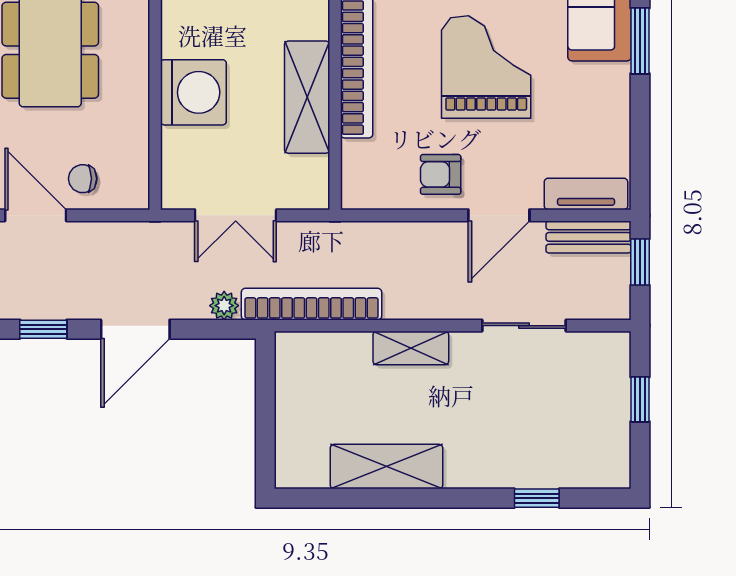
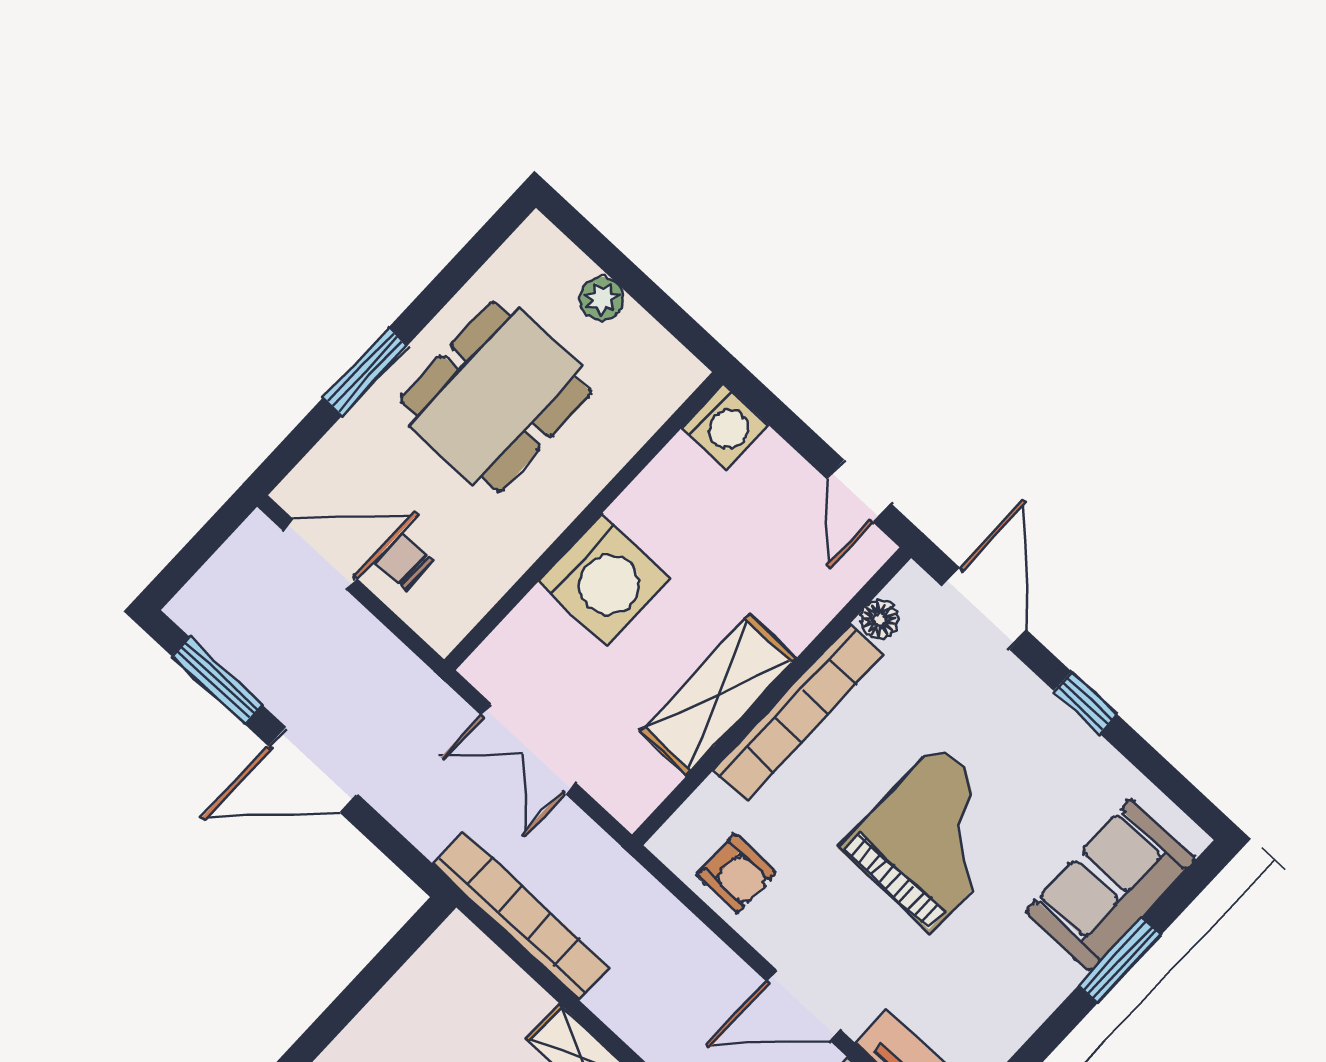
armchair: (441, 174) -> (736, 874), moved, turned 180
door: (36, 215) -> (320, 554), hinge flipped
plant: (224, 306) -> (429, 832), removed
window: (43, 329) -> (217, 681), width x1.50

